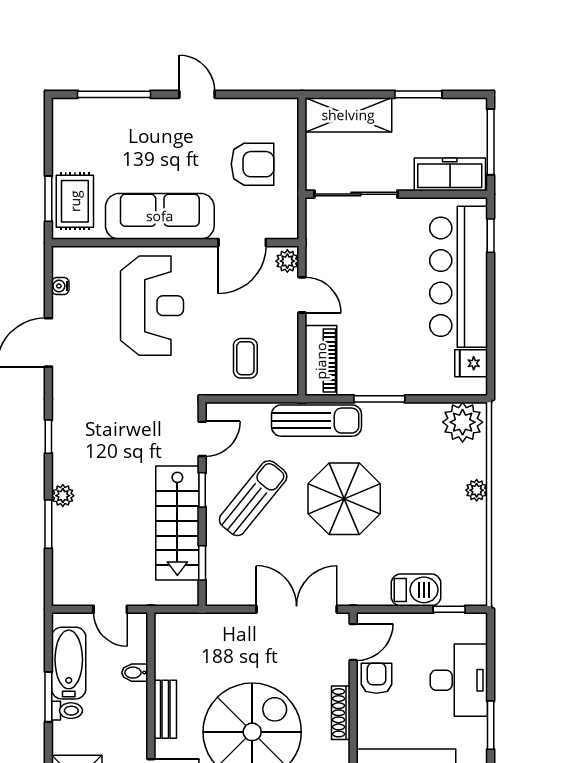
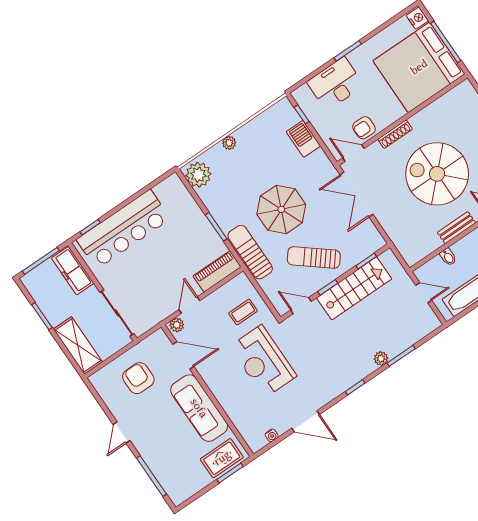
reception desk: (152, 306) -> (263, 361), moved, turned -90
fridge: (471, 363) -> (164, 191), removed
door: (110, 609) -> (424, 293), hinge flipped

